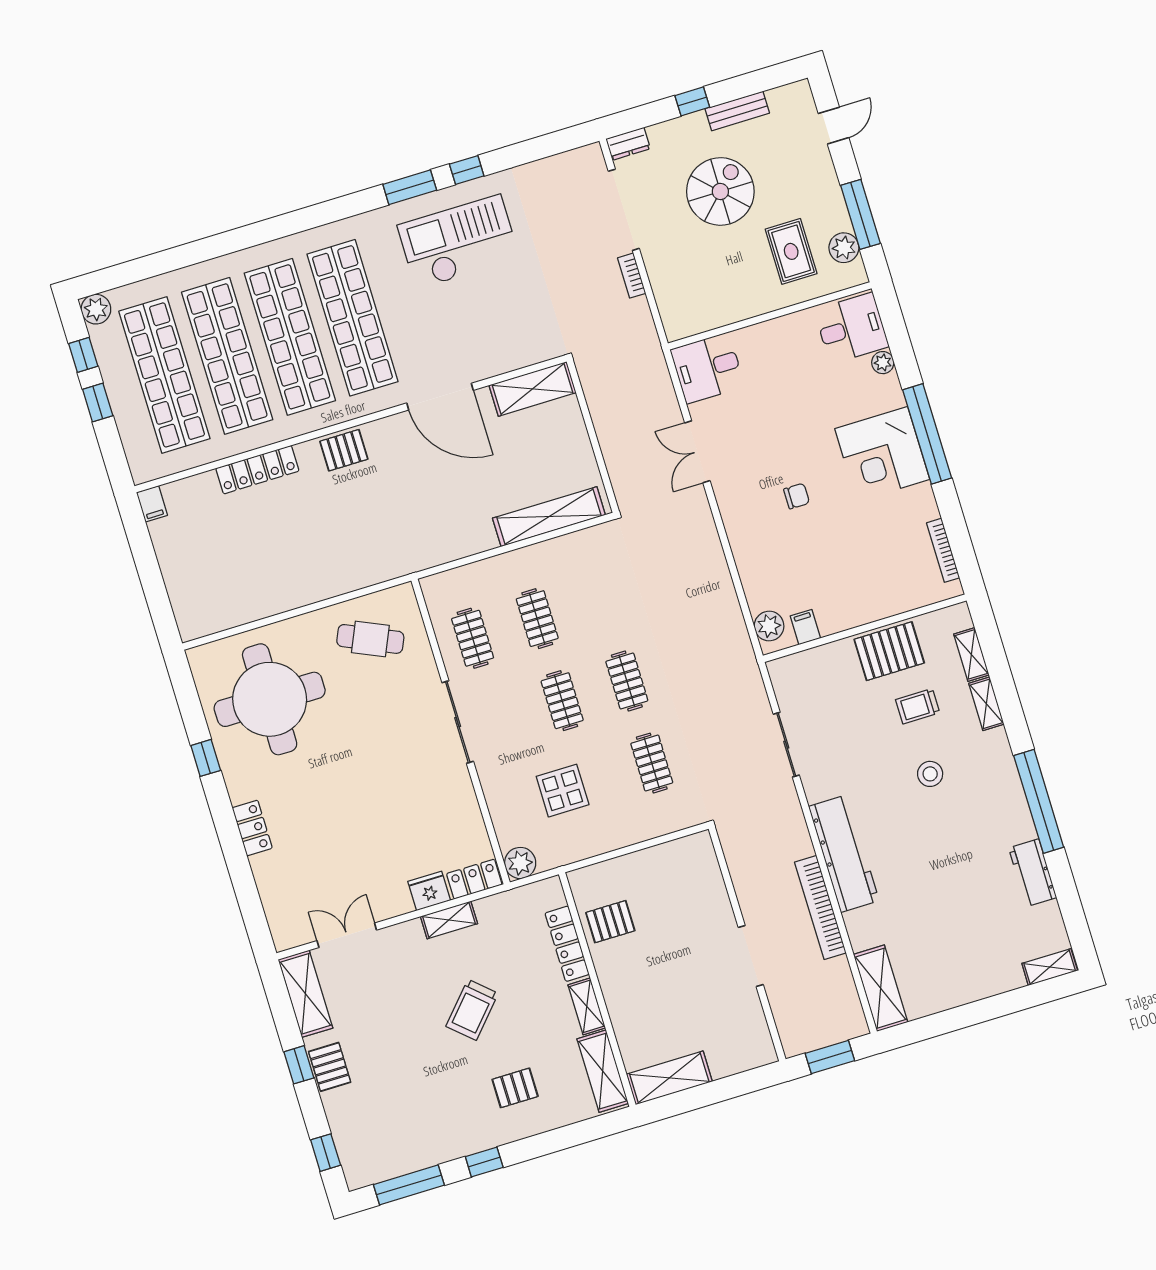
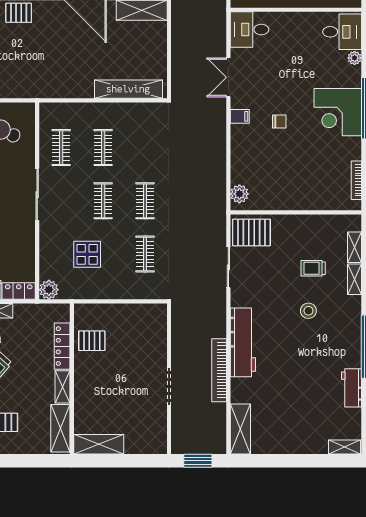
filing cabinet: (805, 627) -> (240, 116), moved, turned 90
pallet: (889, 651) -> (251, 232), moved

